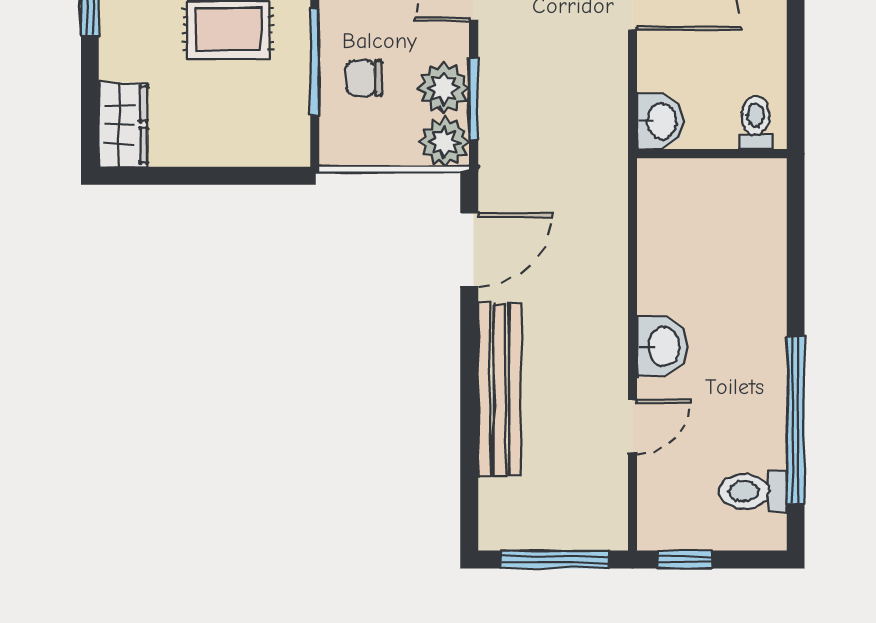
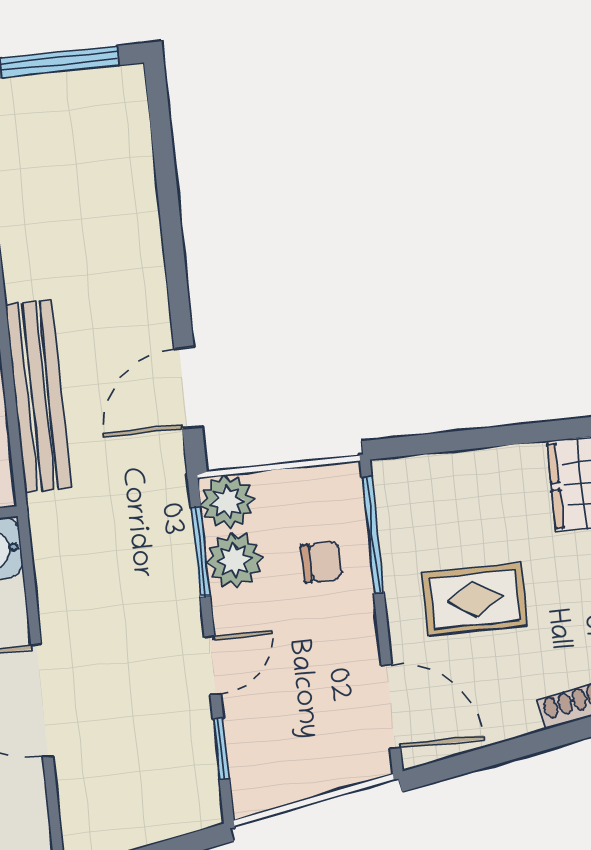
window: (315, 62) -> (373, 535), moved
bench: (500, 390) -> (38, 396), moved

